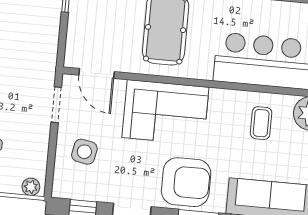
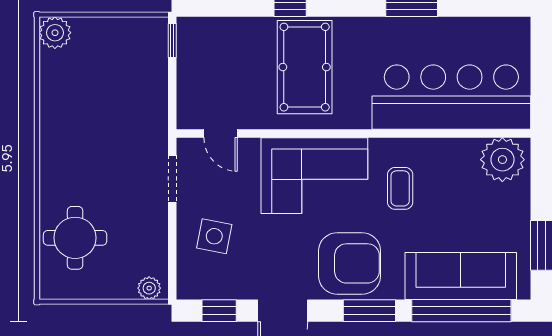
door: (97, 73) -> (221, 133), width x0.73
coffee table: (261, 123) -> (400, 188), moved

